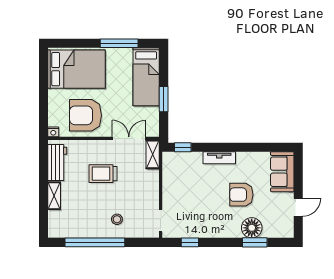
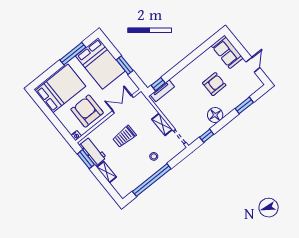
bed: (146, 77) -> (100, 63), width x1.50
armchair: (85, 115) -> (87, 111), turned 90
shelving: (153, 154) -> (162, 124), moved
tv unit: (219, 158) -> (162, 91), moved
window: (44, 165) -> (86, 159), added
armchair: (241, 195) -> (214, 84), turned 180
floor lamp: (252, 228) -> (215, 115), moved

